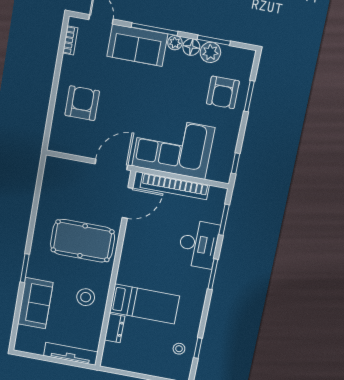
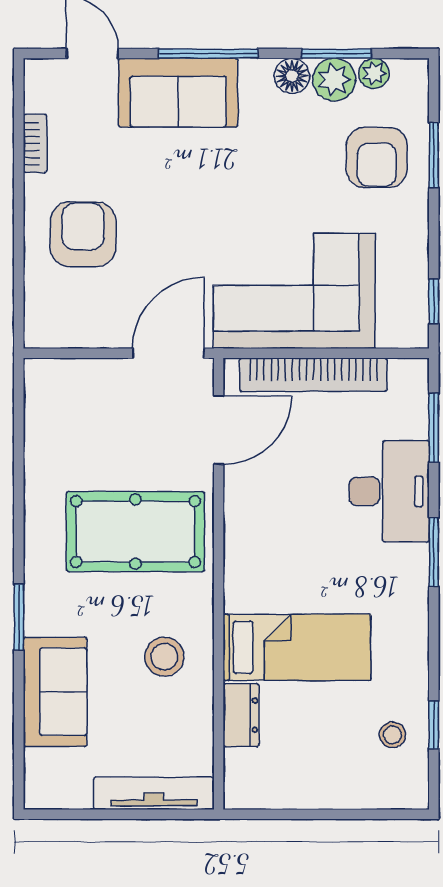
bookcase: (70, 40) -> (35, 143), moved
plant: (175, 43) -> (374, 73), moved

